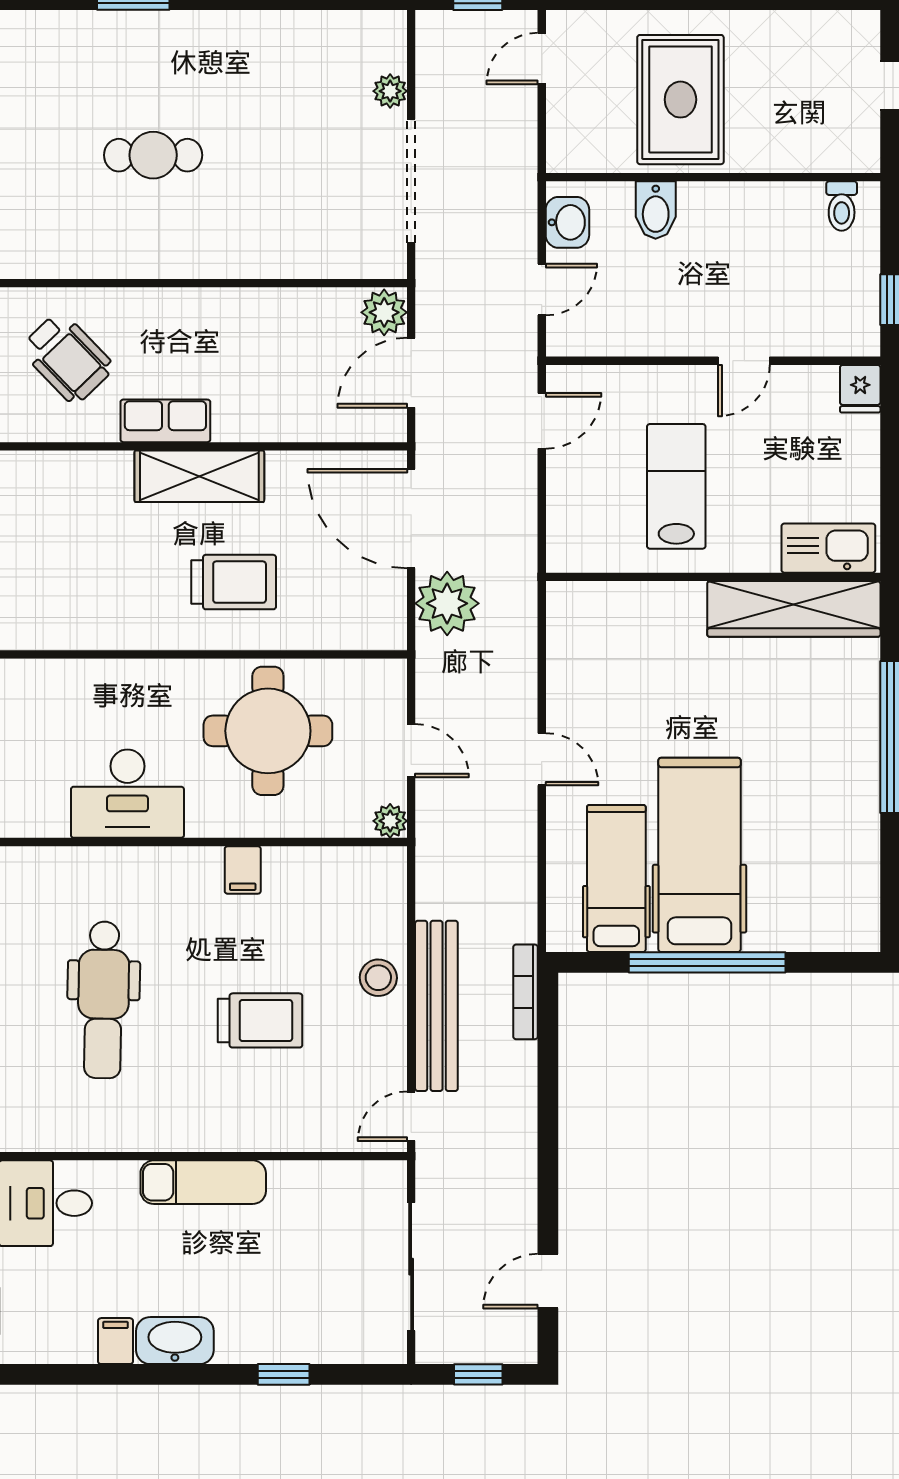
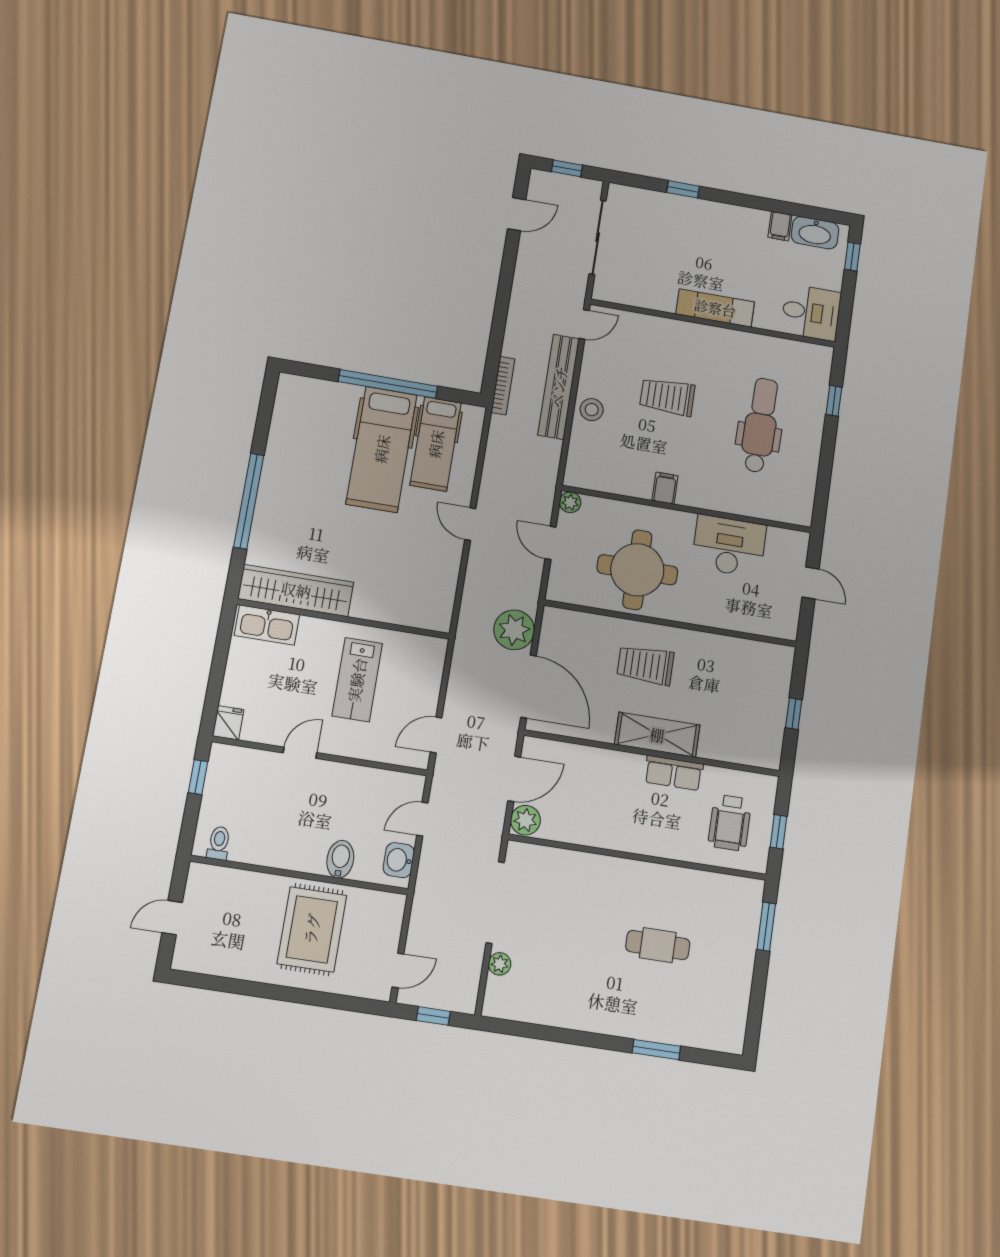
wheelchair: (67, 358) -> (730, 823), turned -136
washbasin: (175, 1341) -> (815, 233), moved

